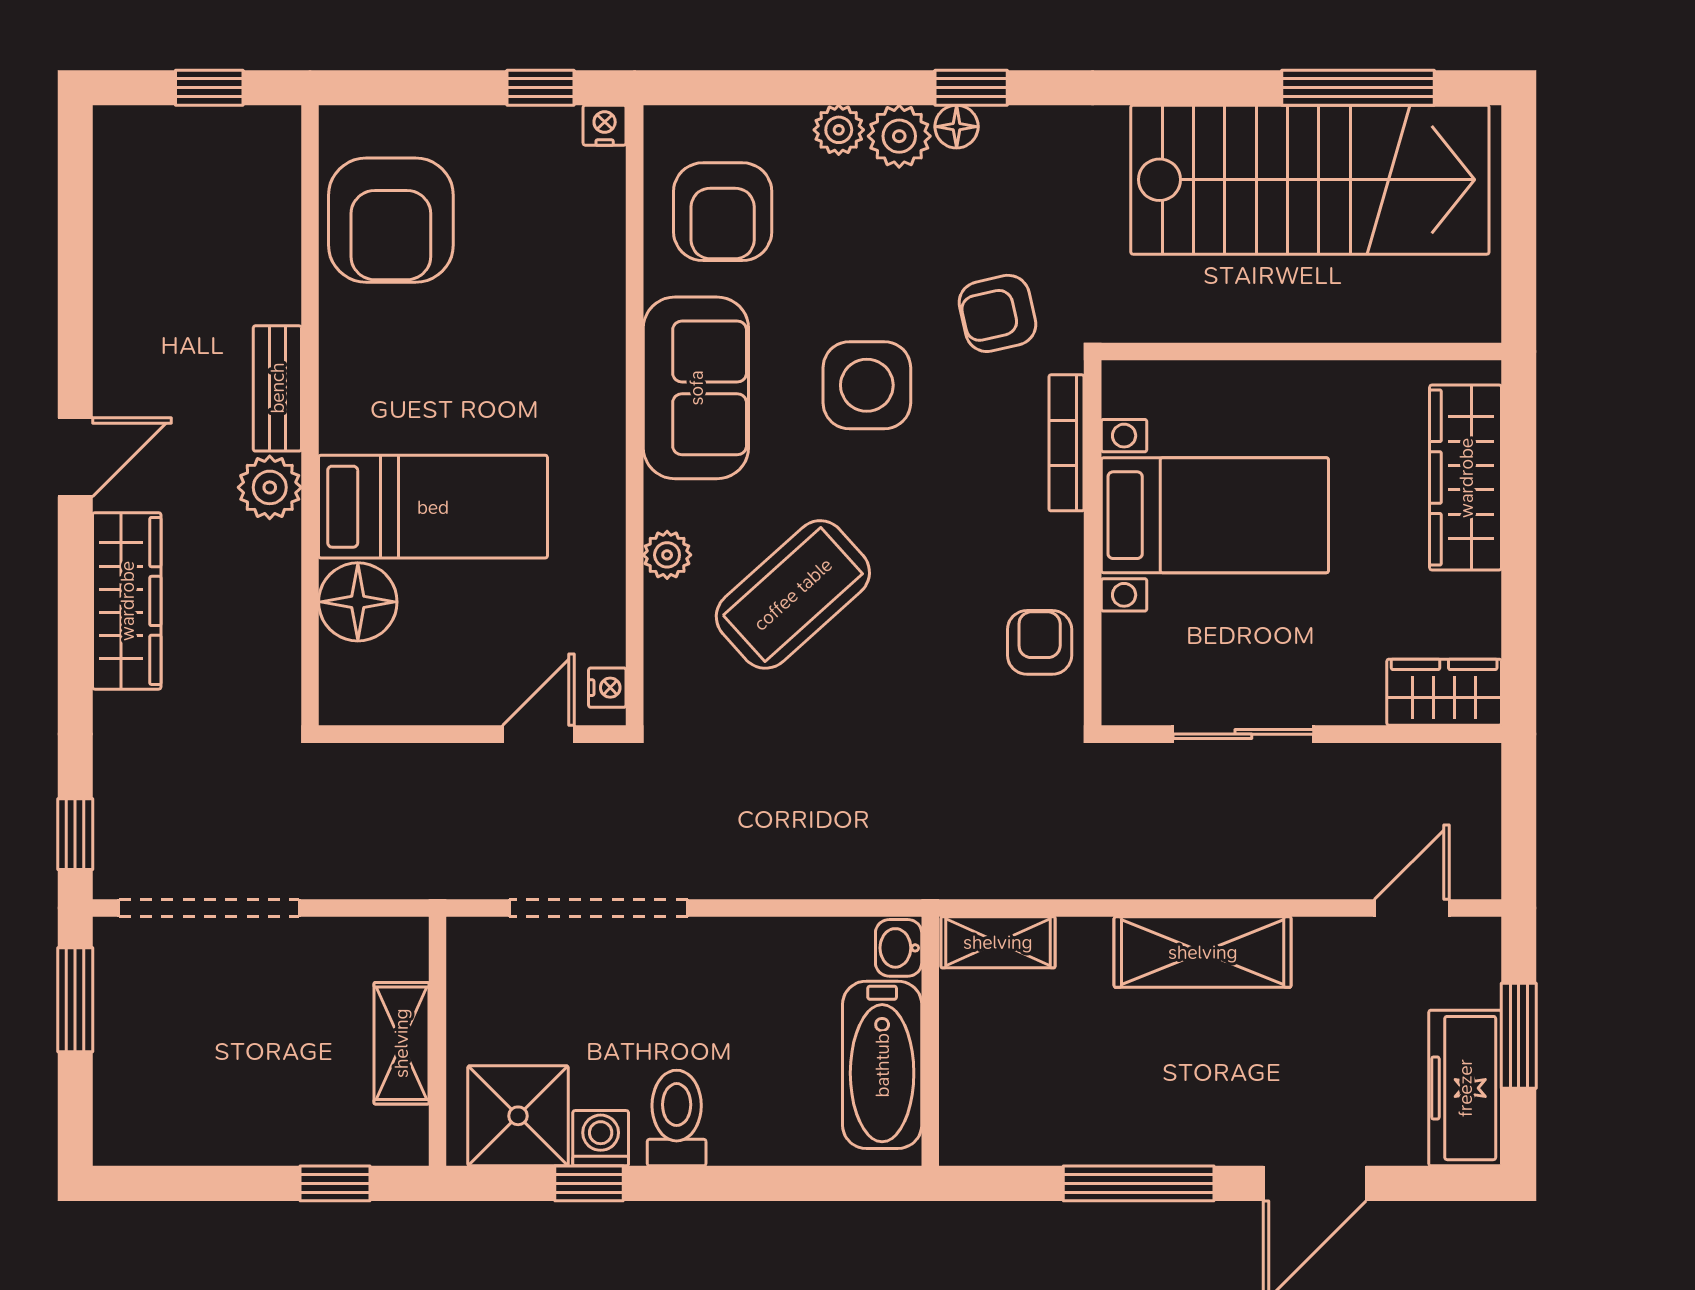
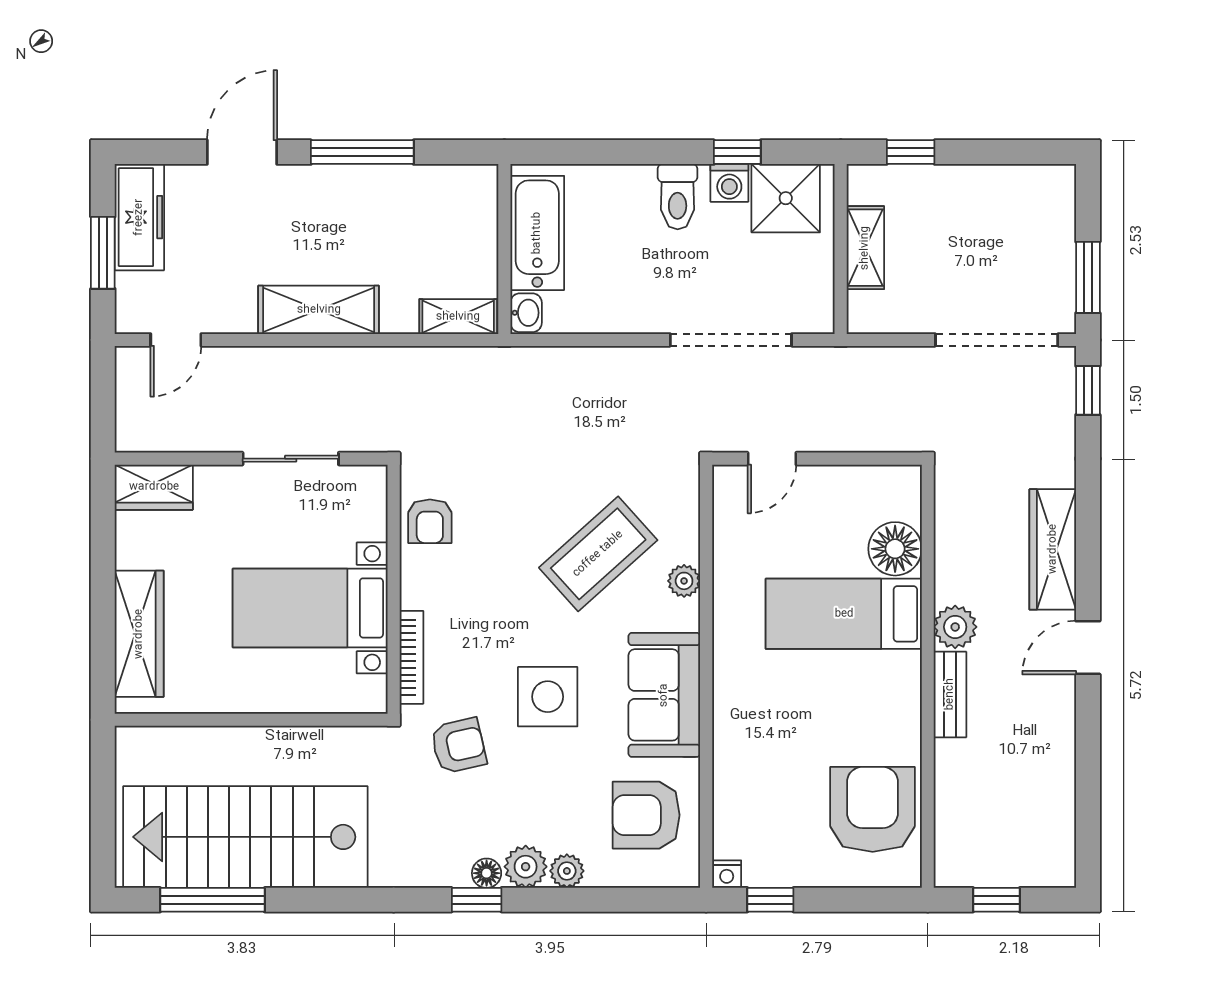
armchair: (723, 212) -> (646, 815), turned -90
nightstand: (607, 688) -> (725, 490), removed

